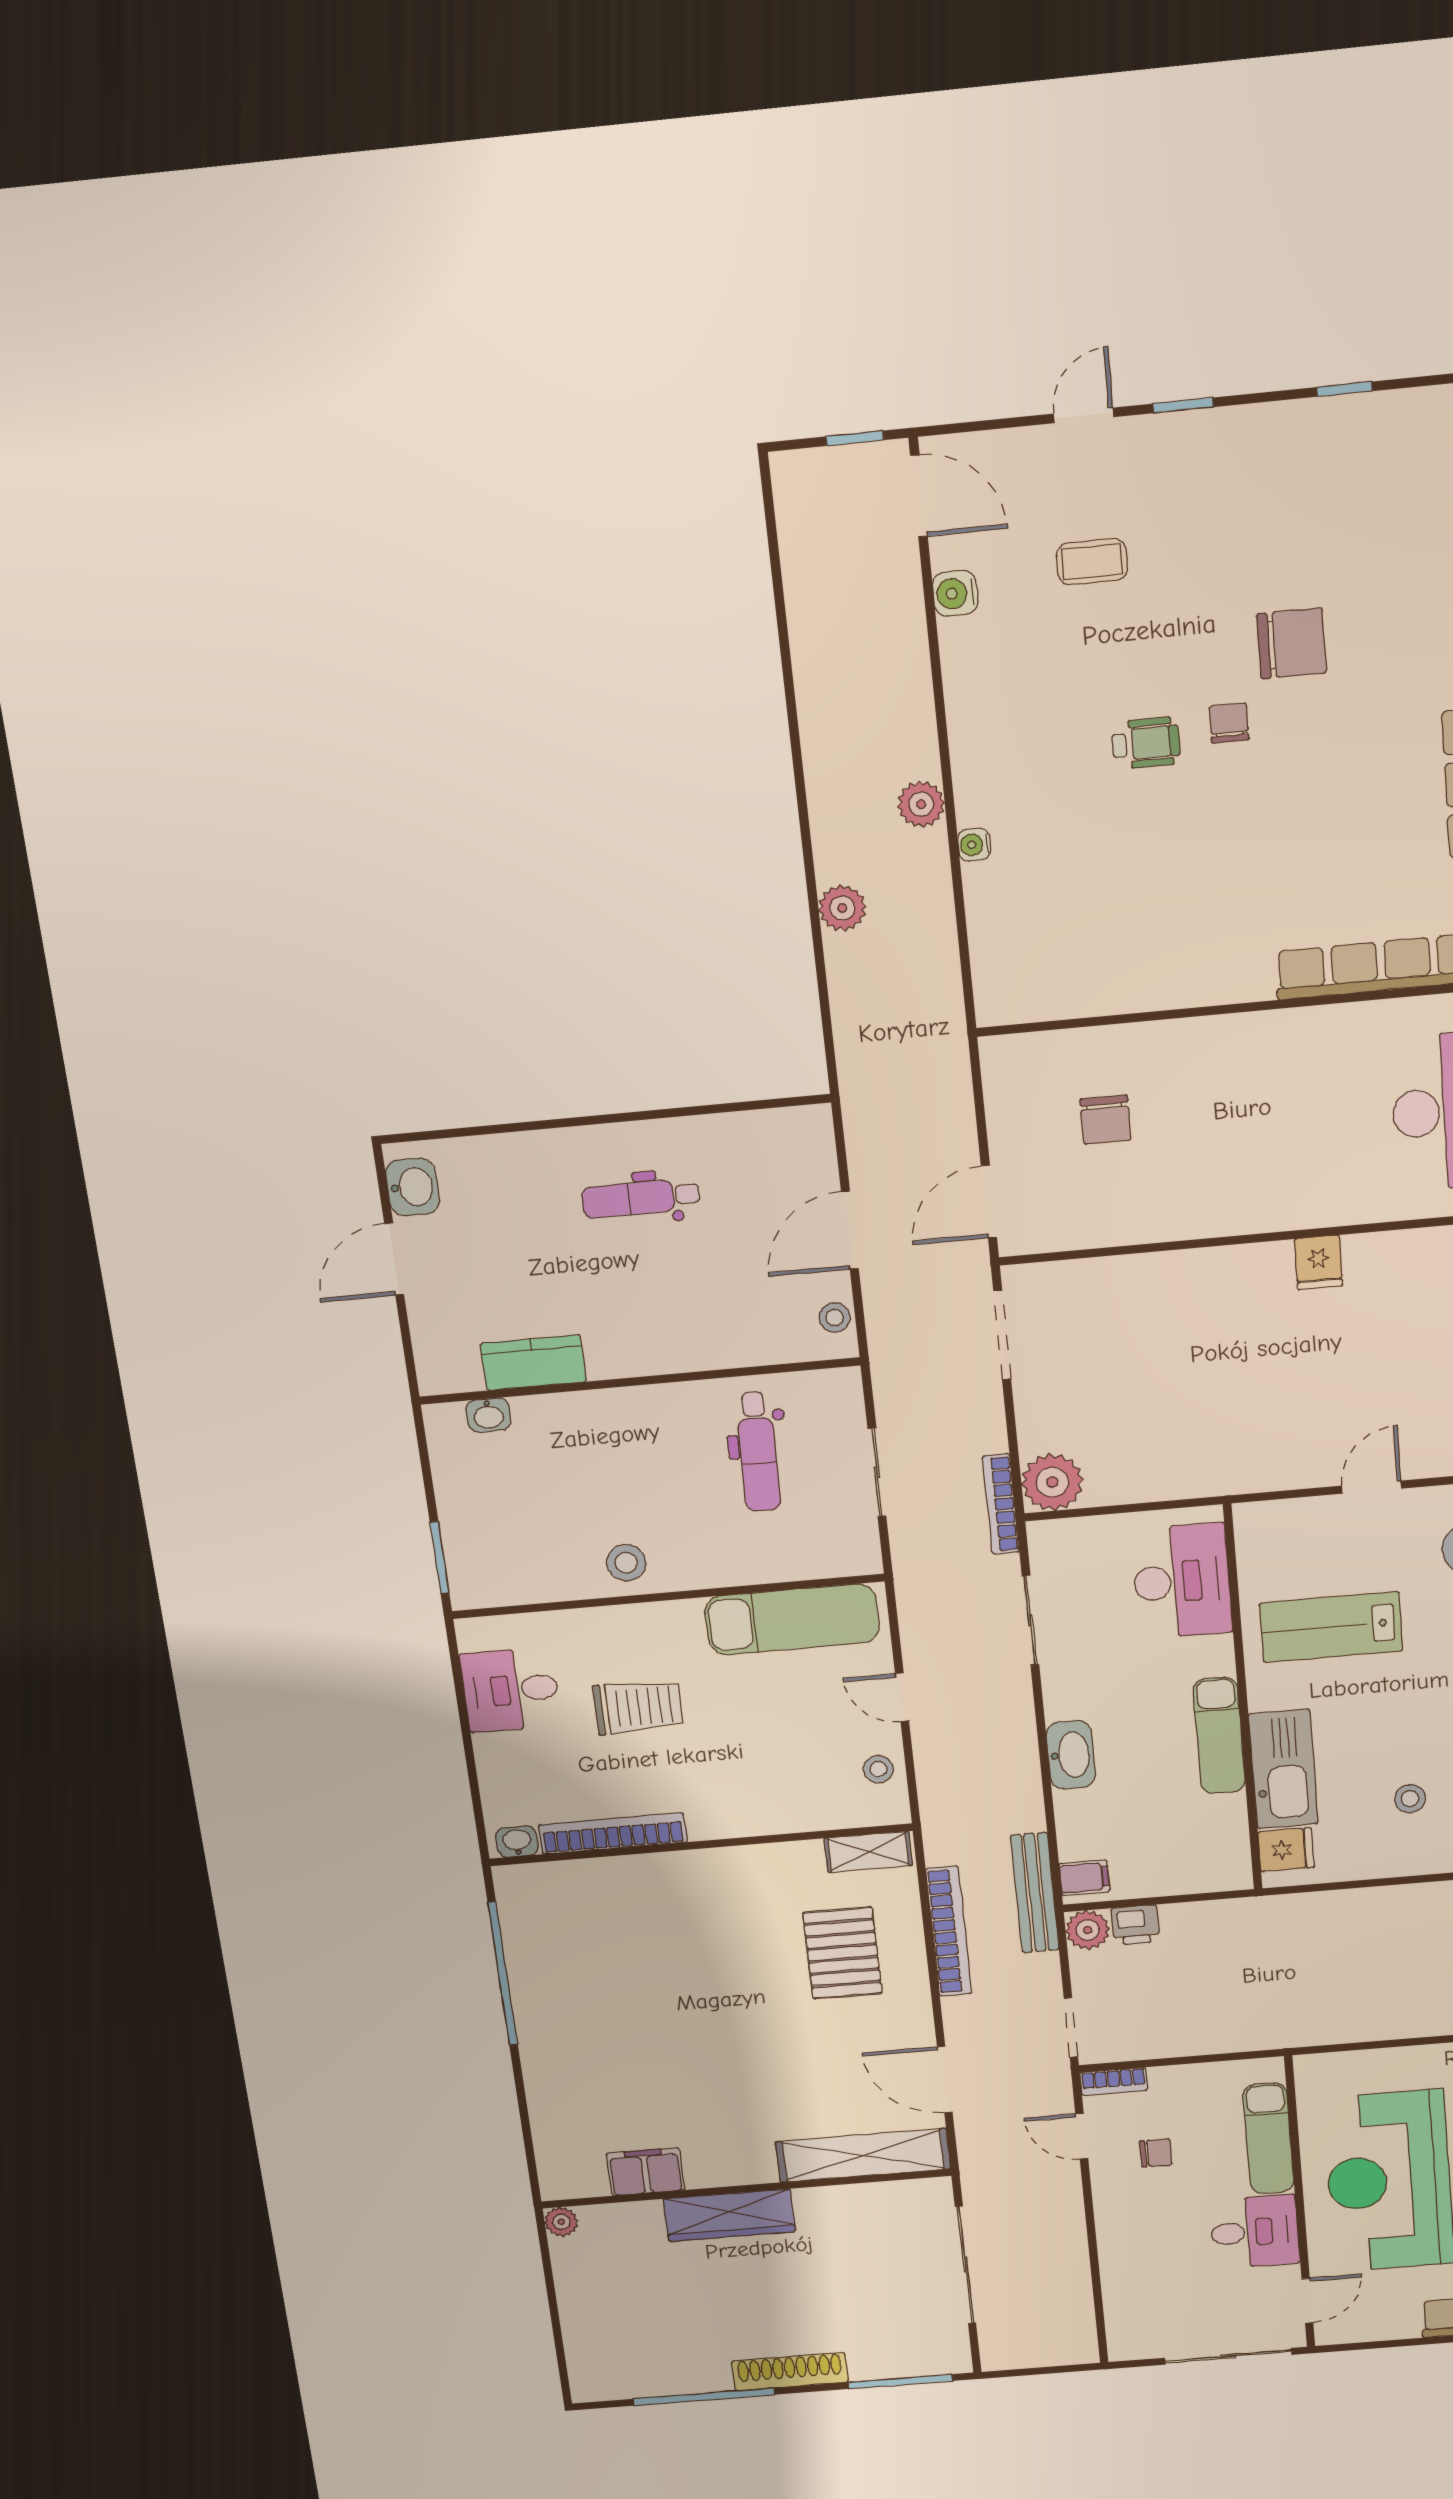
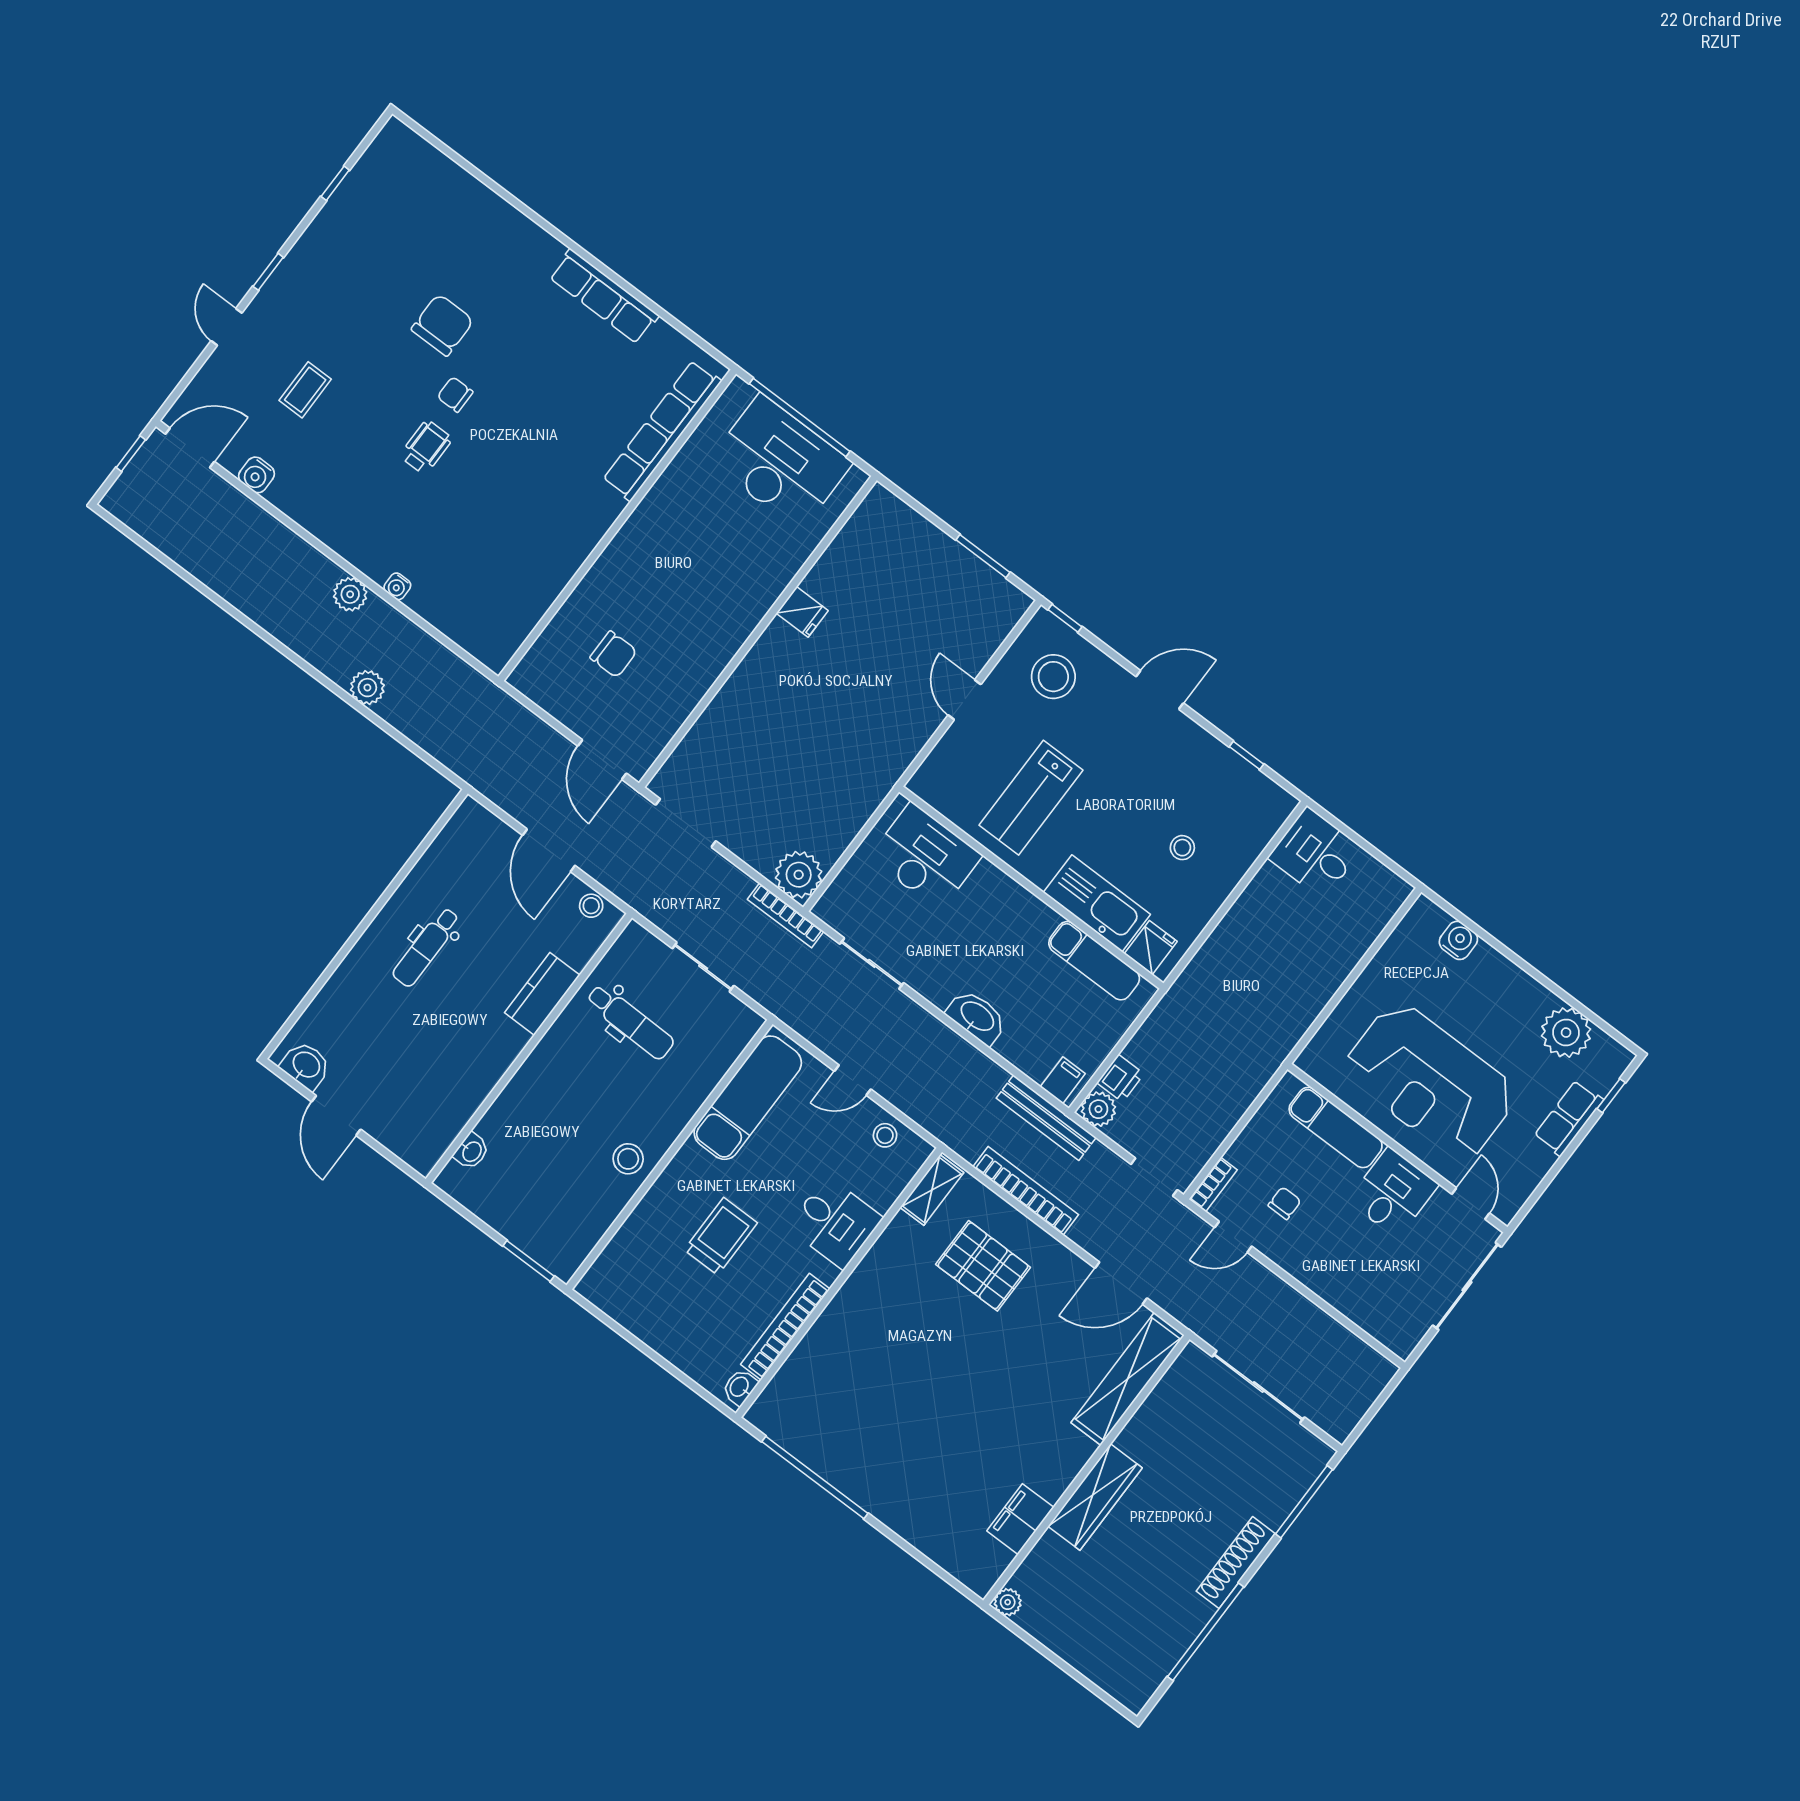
kitchen counter: (533, 1363) -> (542, 994), moved
desk: (511, 1690) -> (835, 1223), moved, turned -90
exam couch: (1219, 1735) -> (1094, 961), moved

